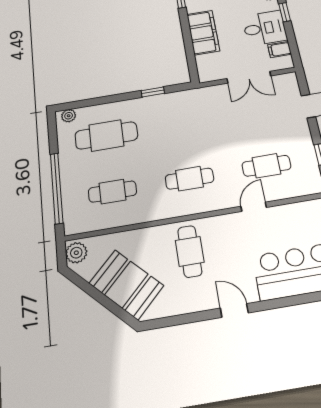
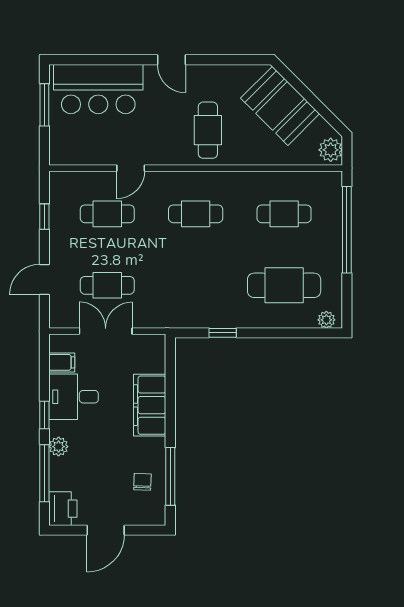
cafe table: (255, 111) -> (107, 285), added

